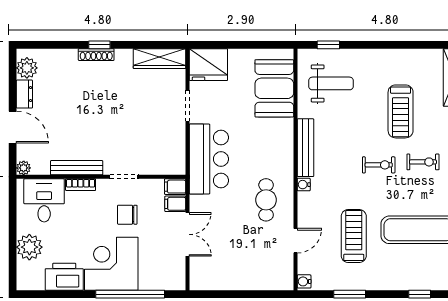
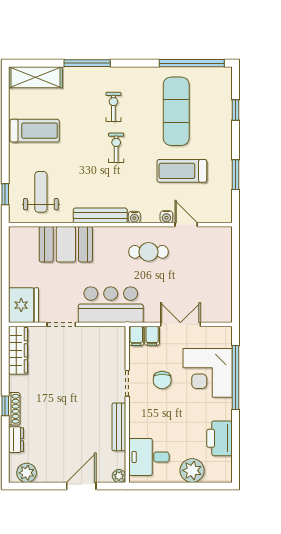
booth: (274, 88) -> (66, 244), moved
dresser: (24, 94) -> (16, 440), moved, turned 90
treadmill: (401, 111) -> (35, 131), moved
bookcase: (81, 185) -> (134, 423), removed
corner desk: (111, 264) -> (208, 373), moved
water cooler: (304, 281) -> (166, 217), moved

